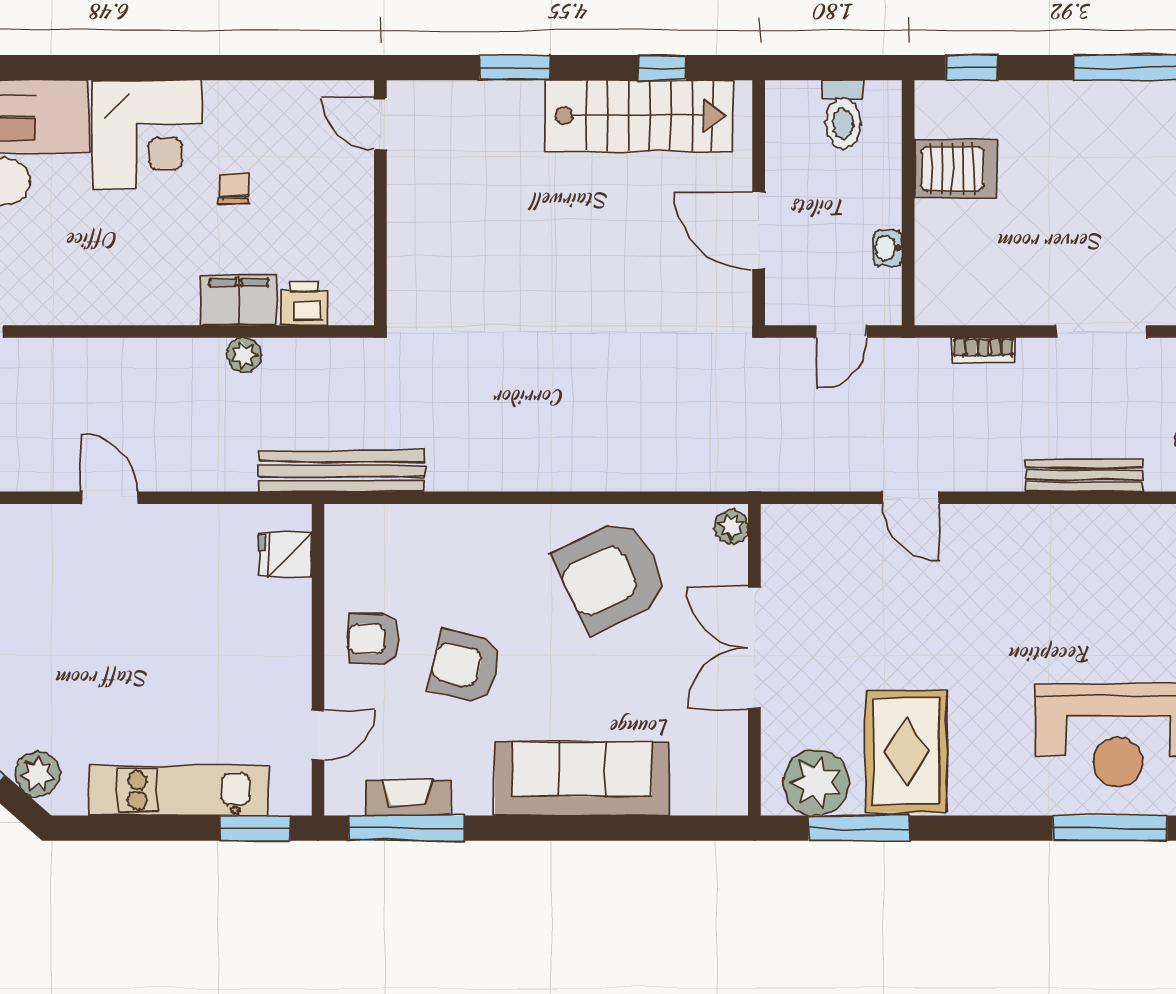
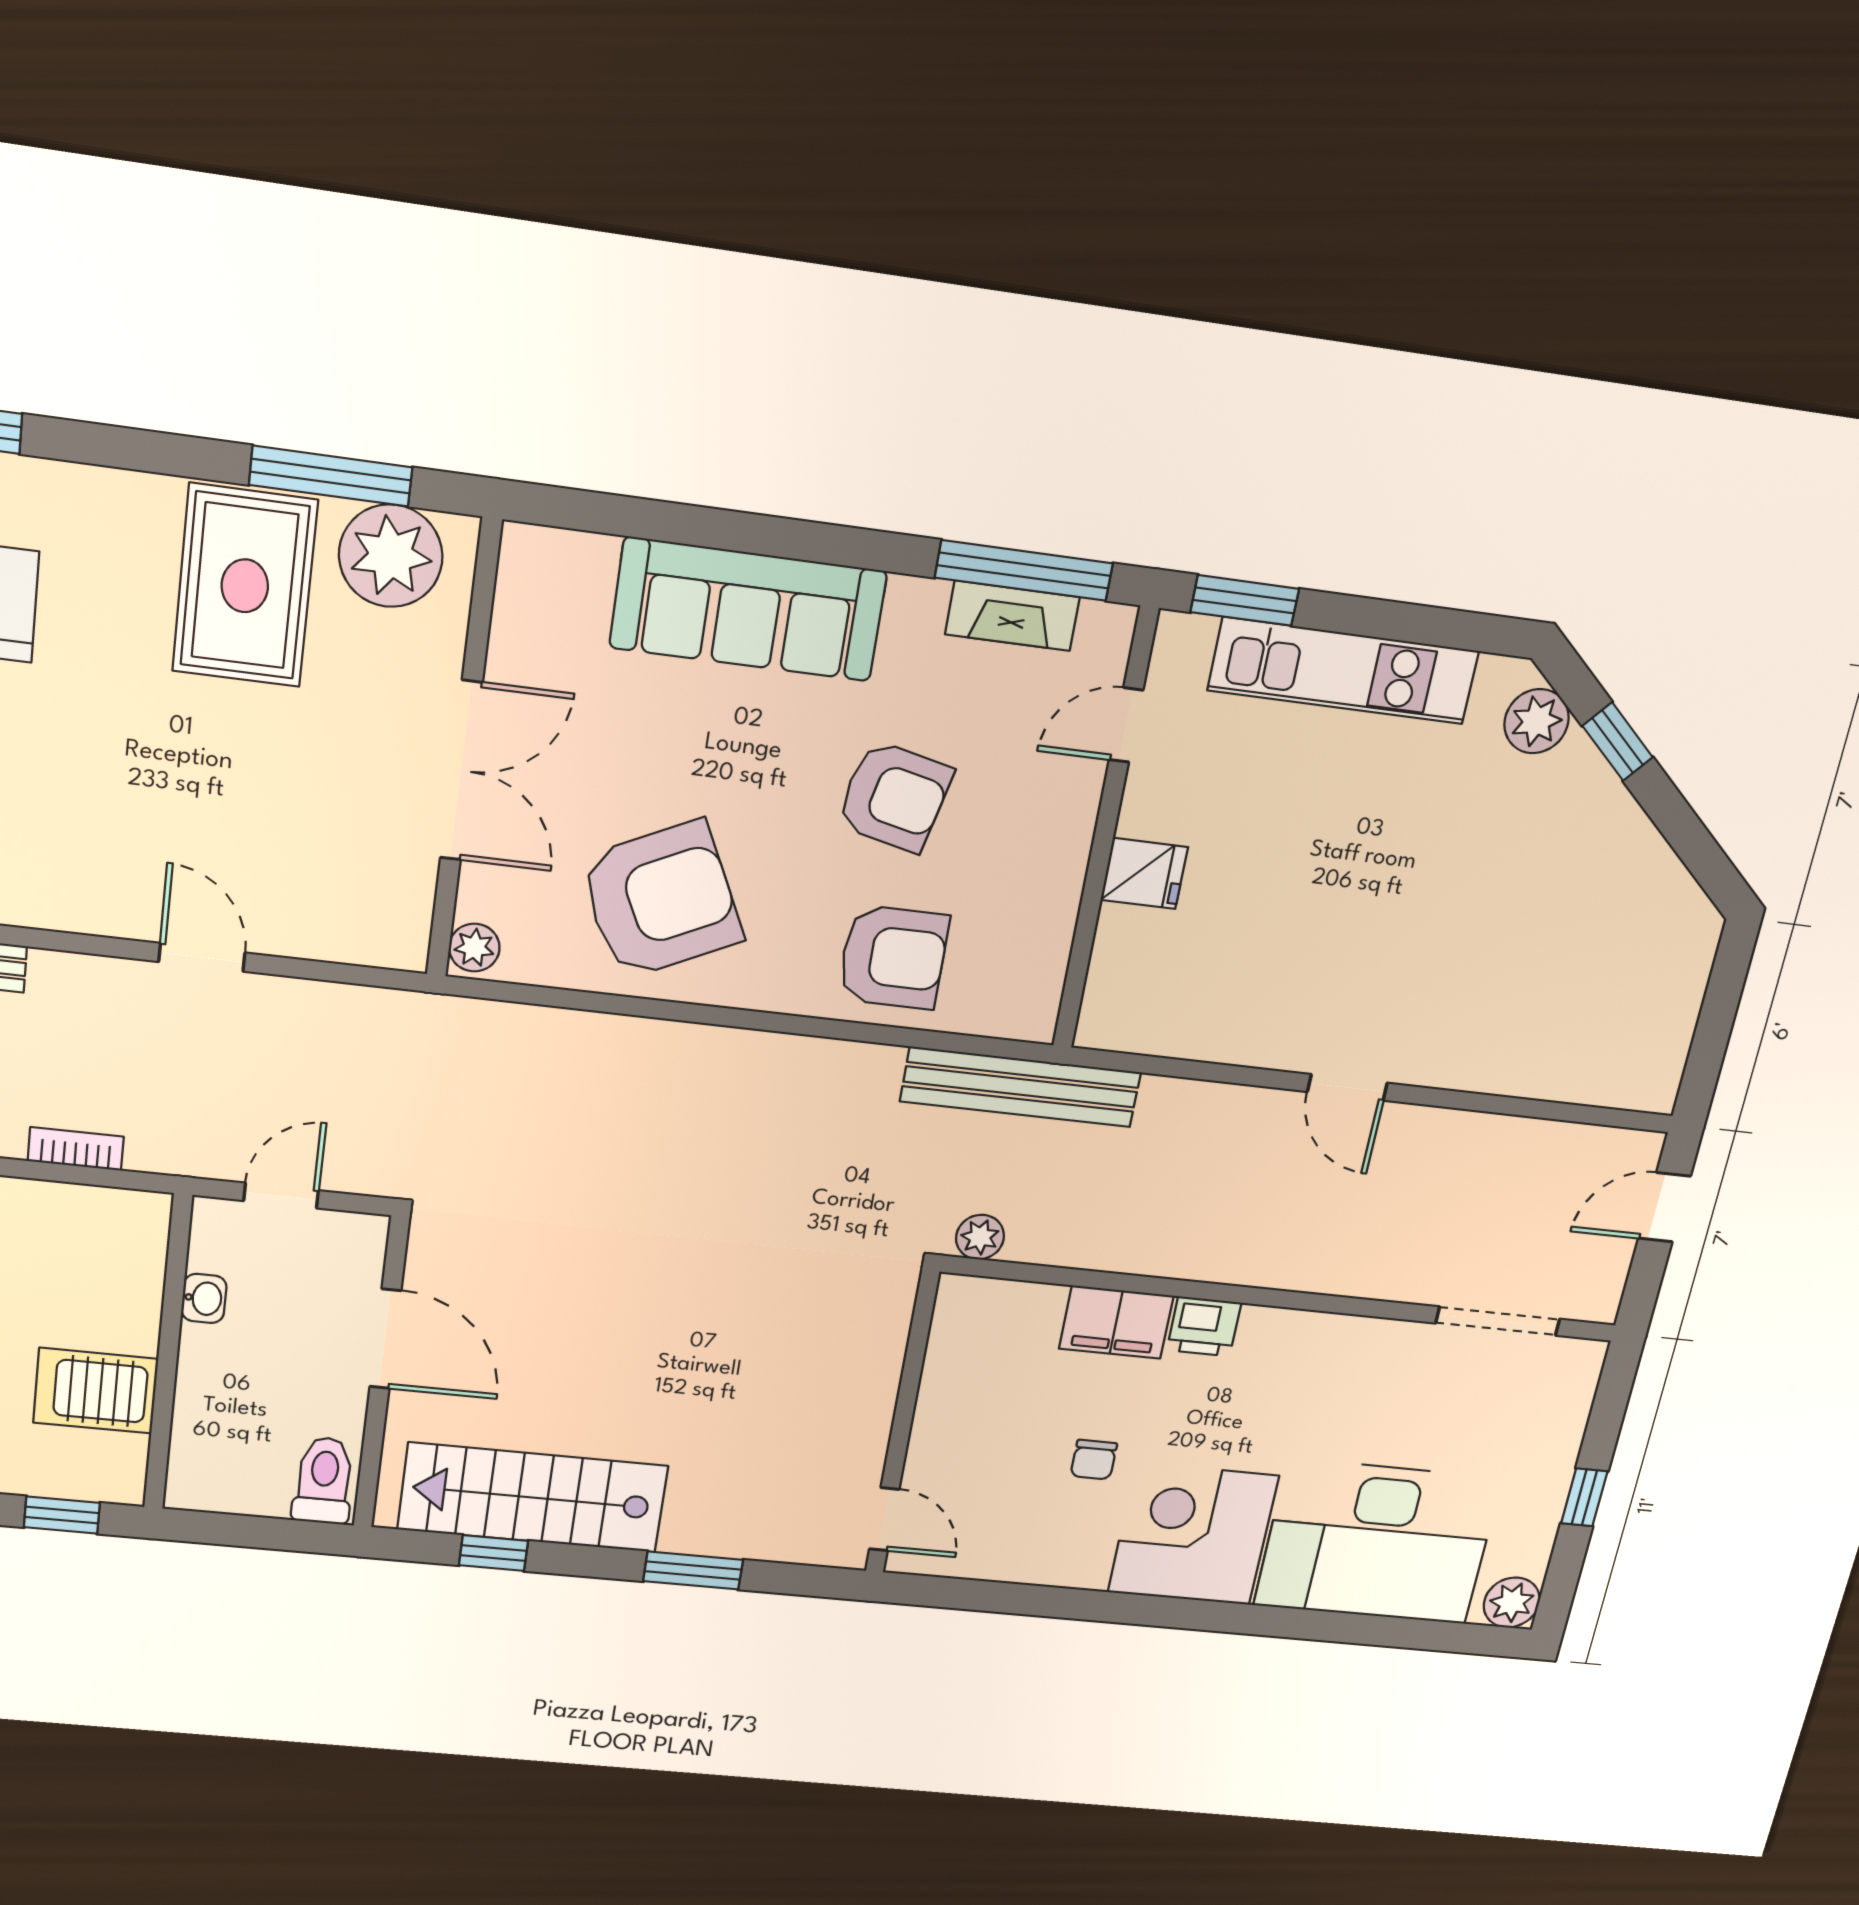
toilet: (843, 114) -> (324, 1480), moved
printer: (304, 304) -> (1204, 1326), moved
plant: (244, 355) -> (980, 1237), moved
fridge: (285, 555) -> (1144, 874), moved
armchair: (374, 639) -> (893, 957), moved, width x1.38, depth x1.38

